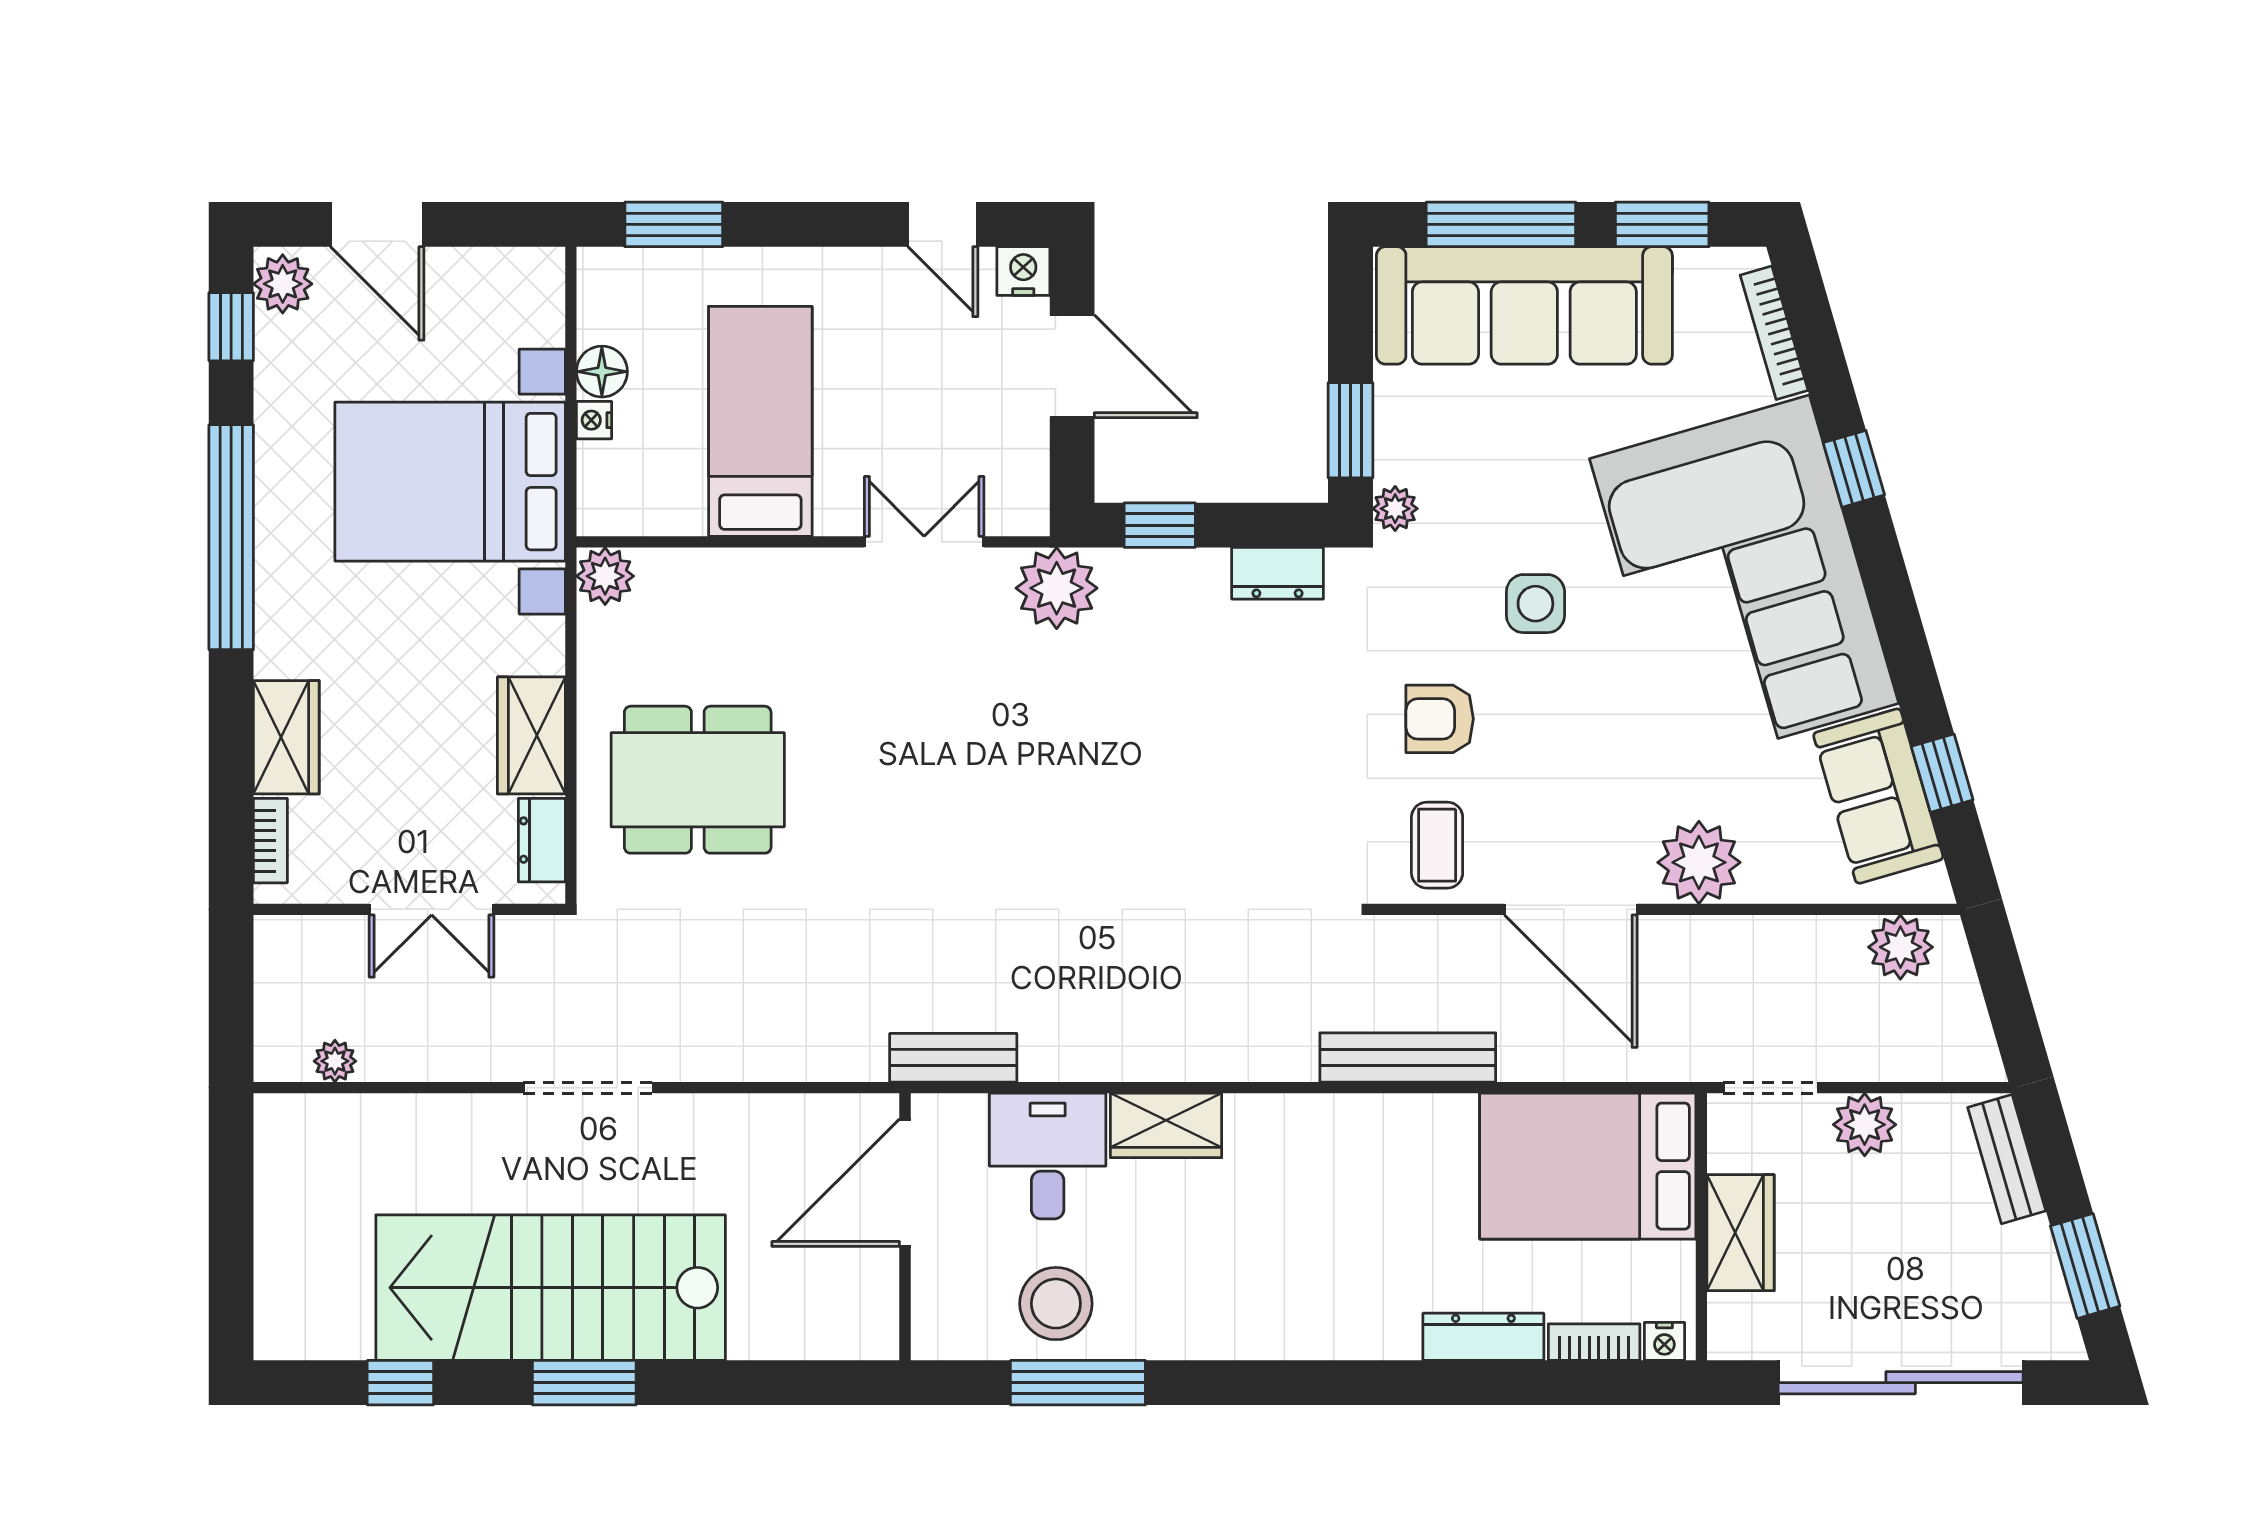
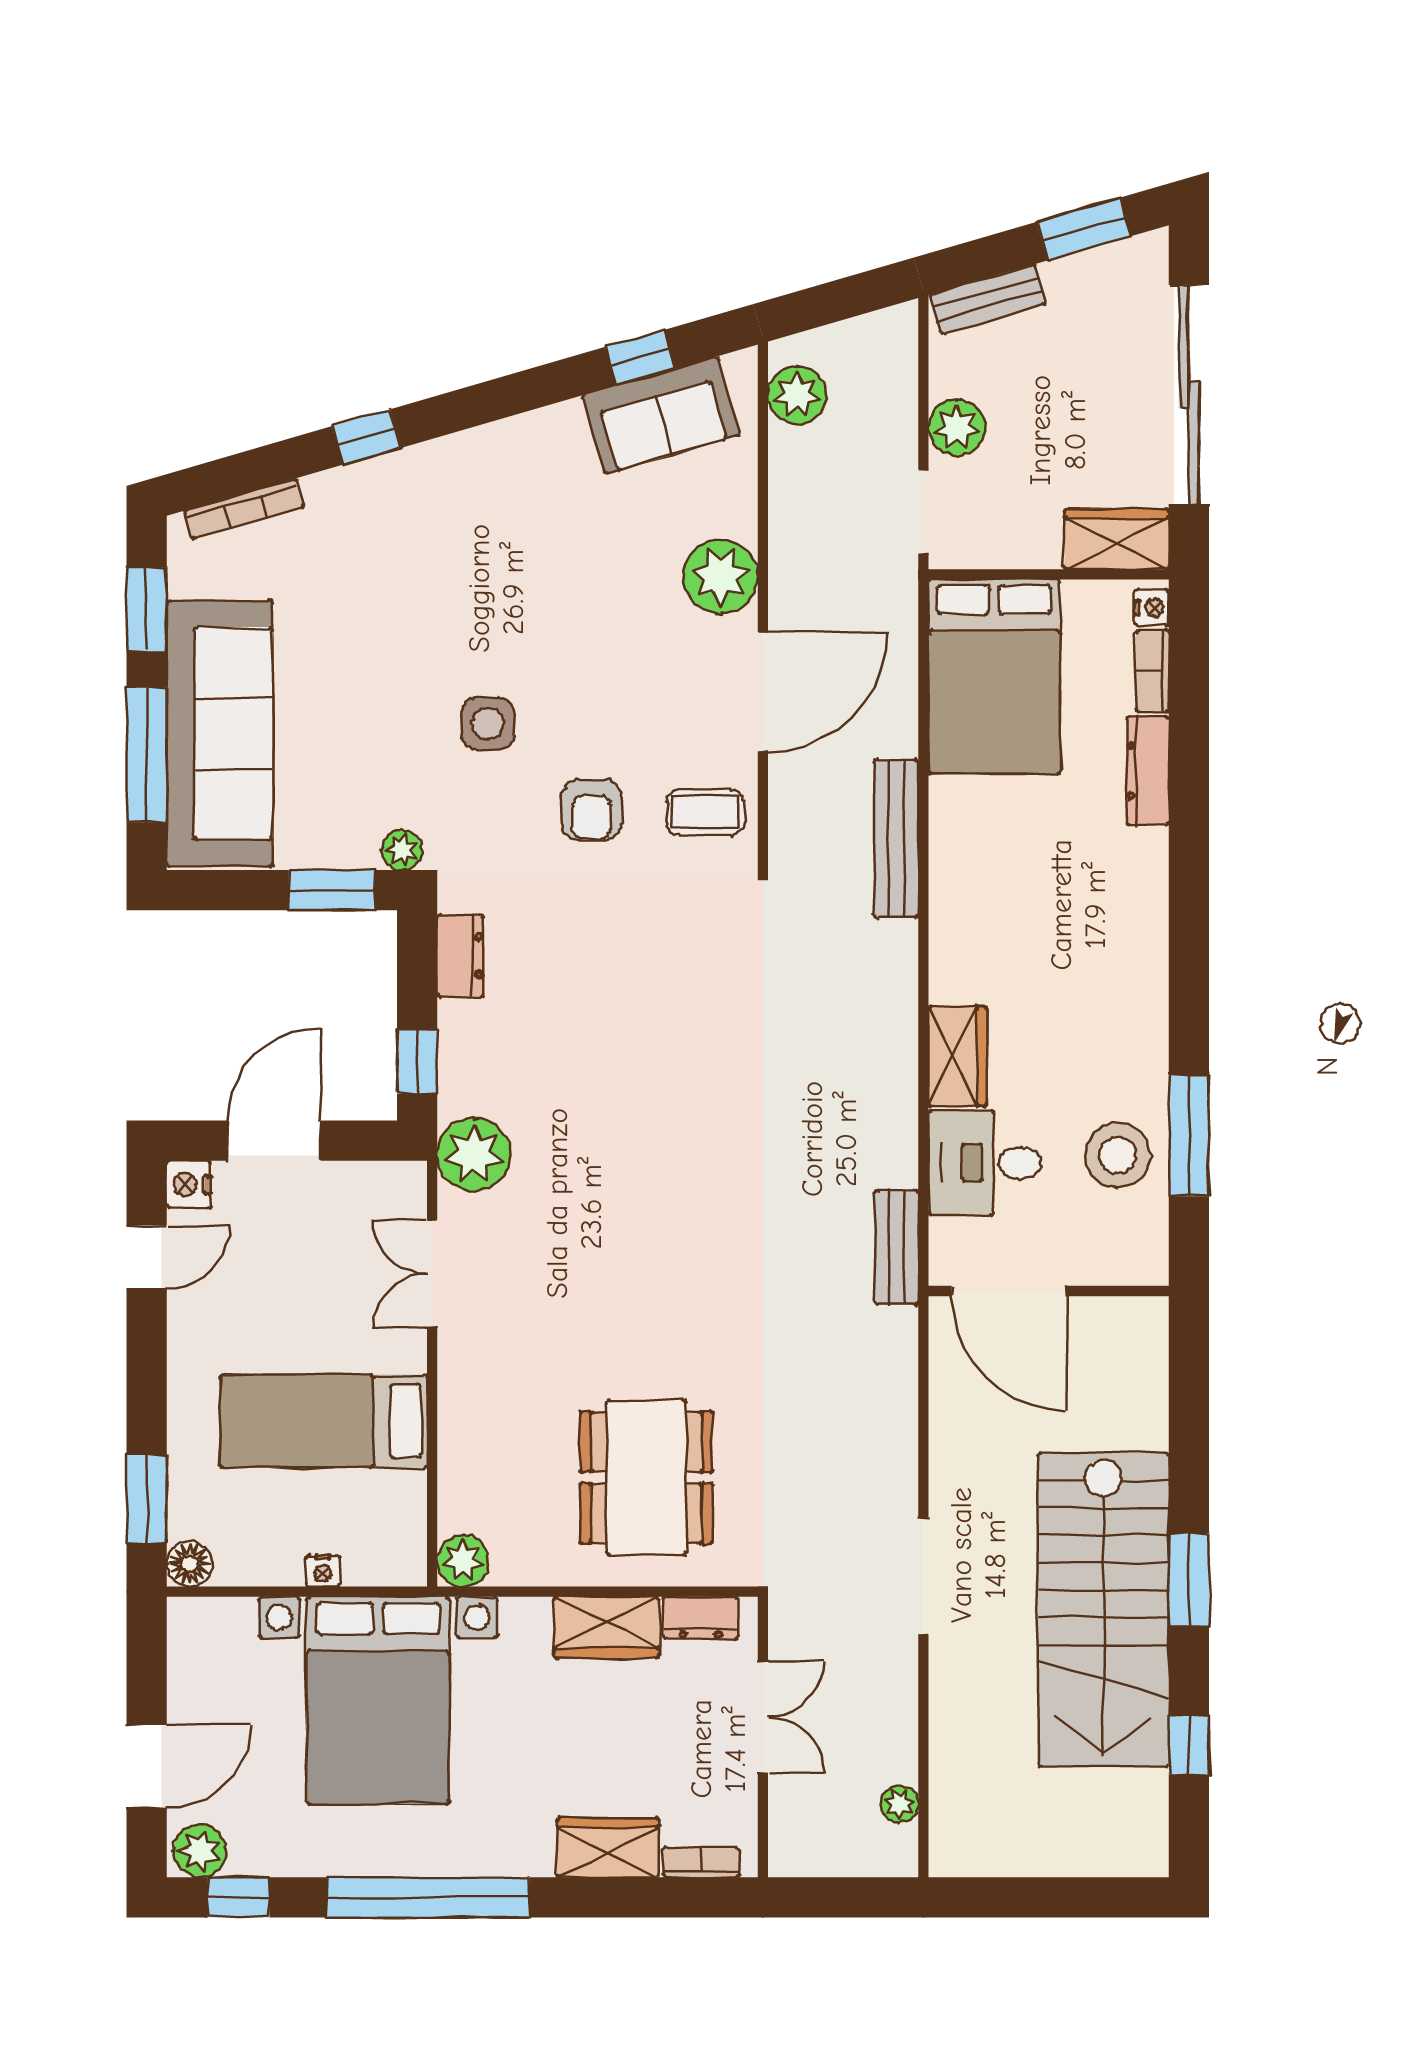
floor lamp: (602, 372) -> (190, 1564), moved
corner sofa: (1744, 581) -> (467, 536), removed
wardrobe: (1741, 1233) -> (1117, 539), moved

